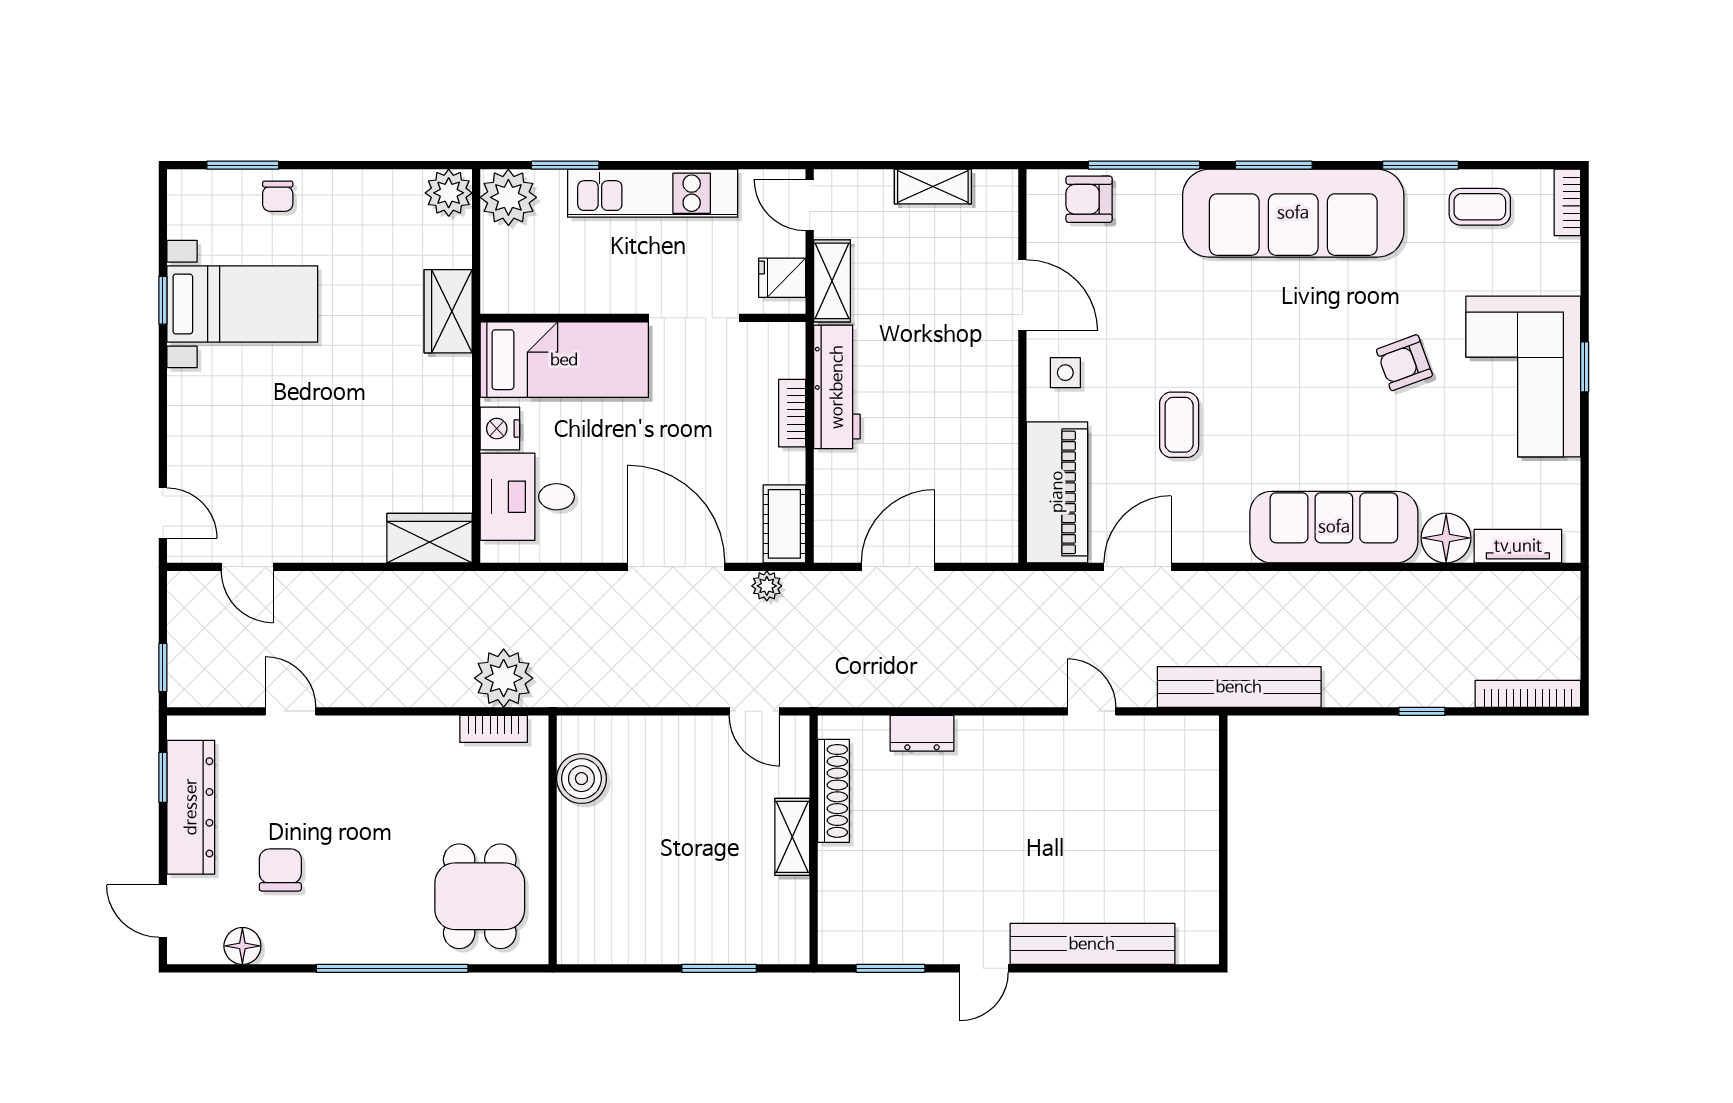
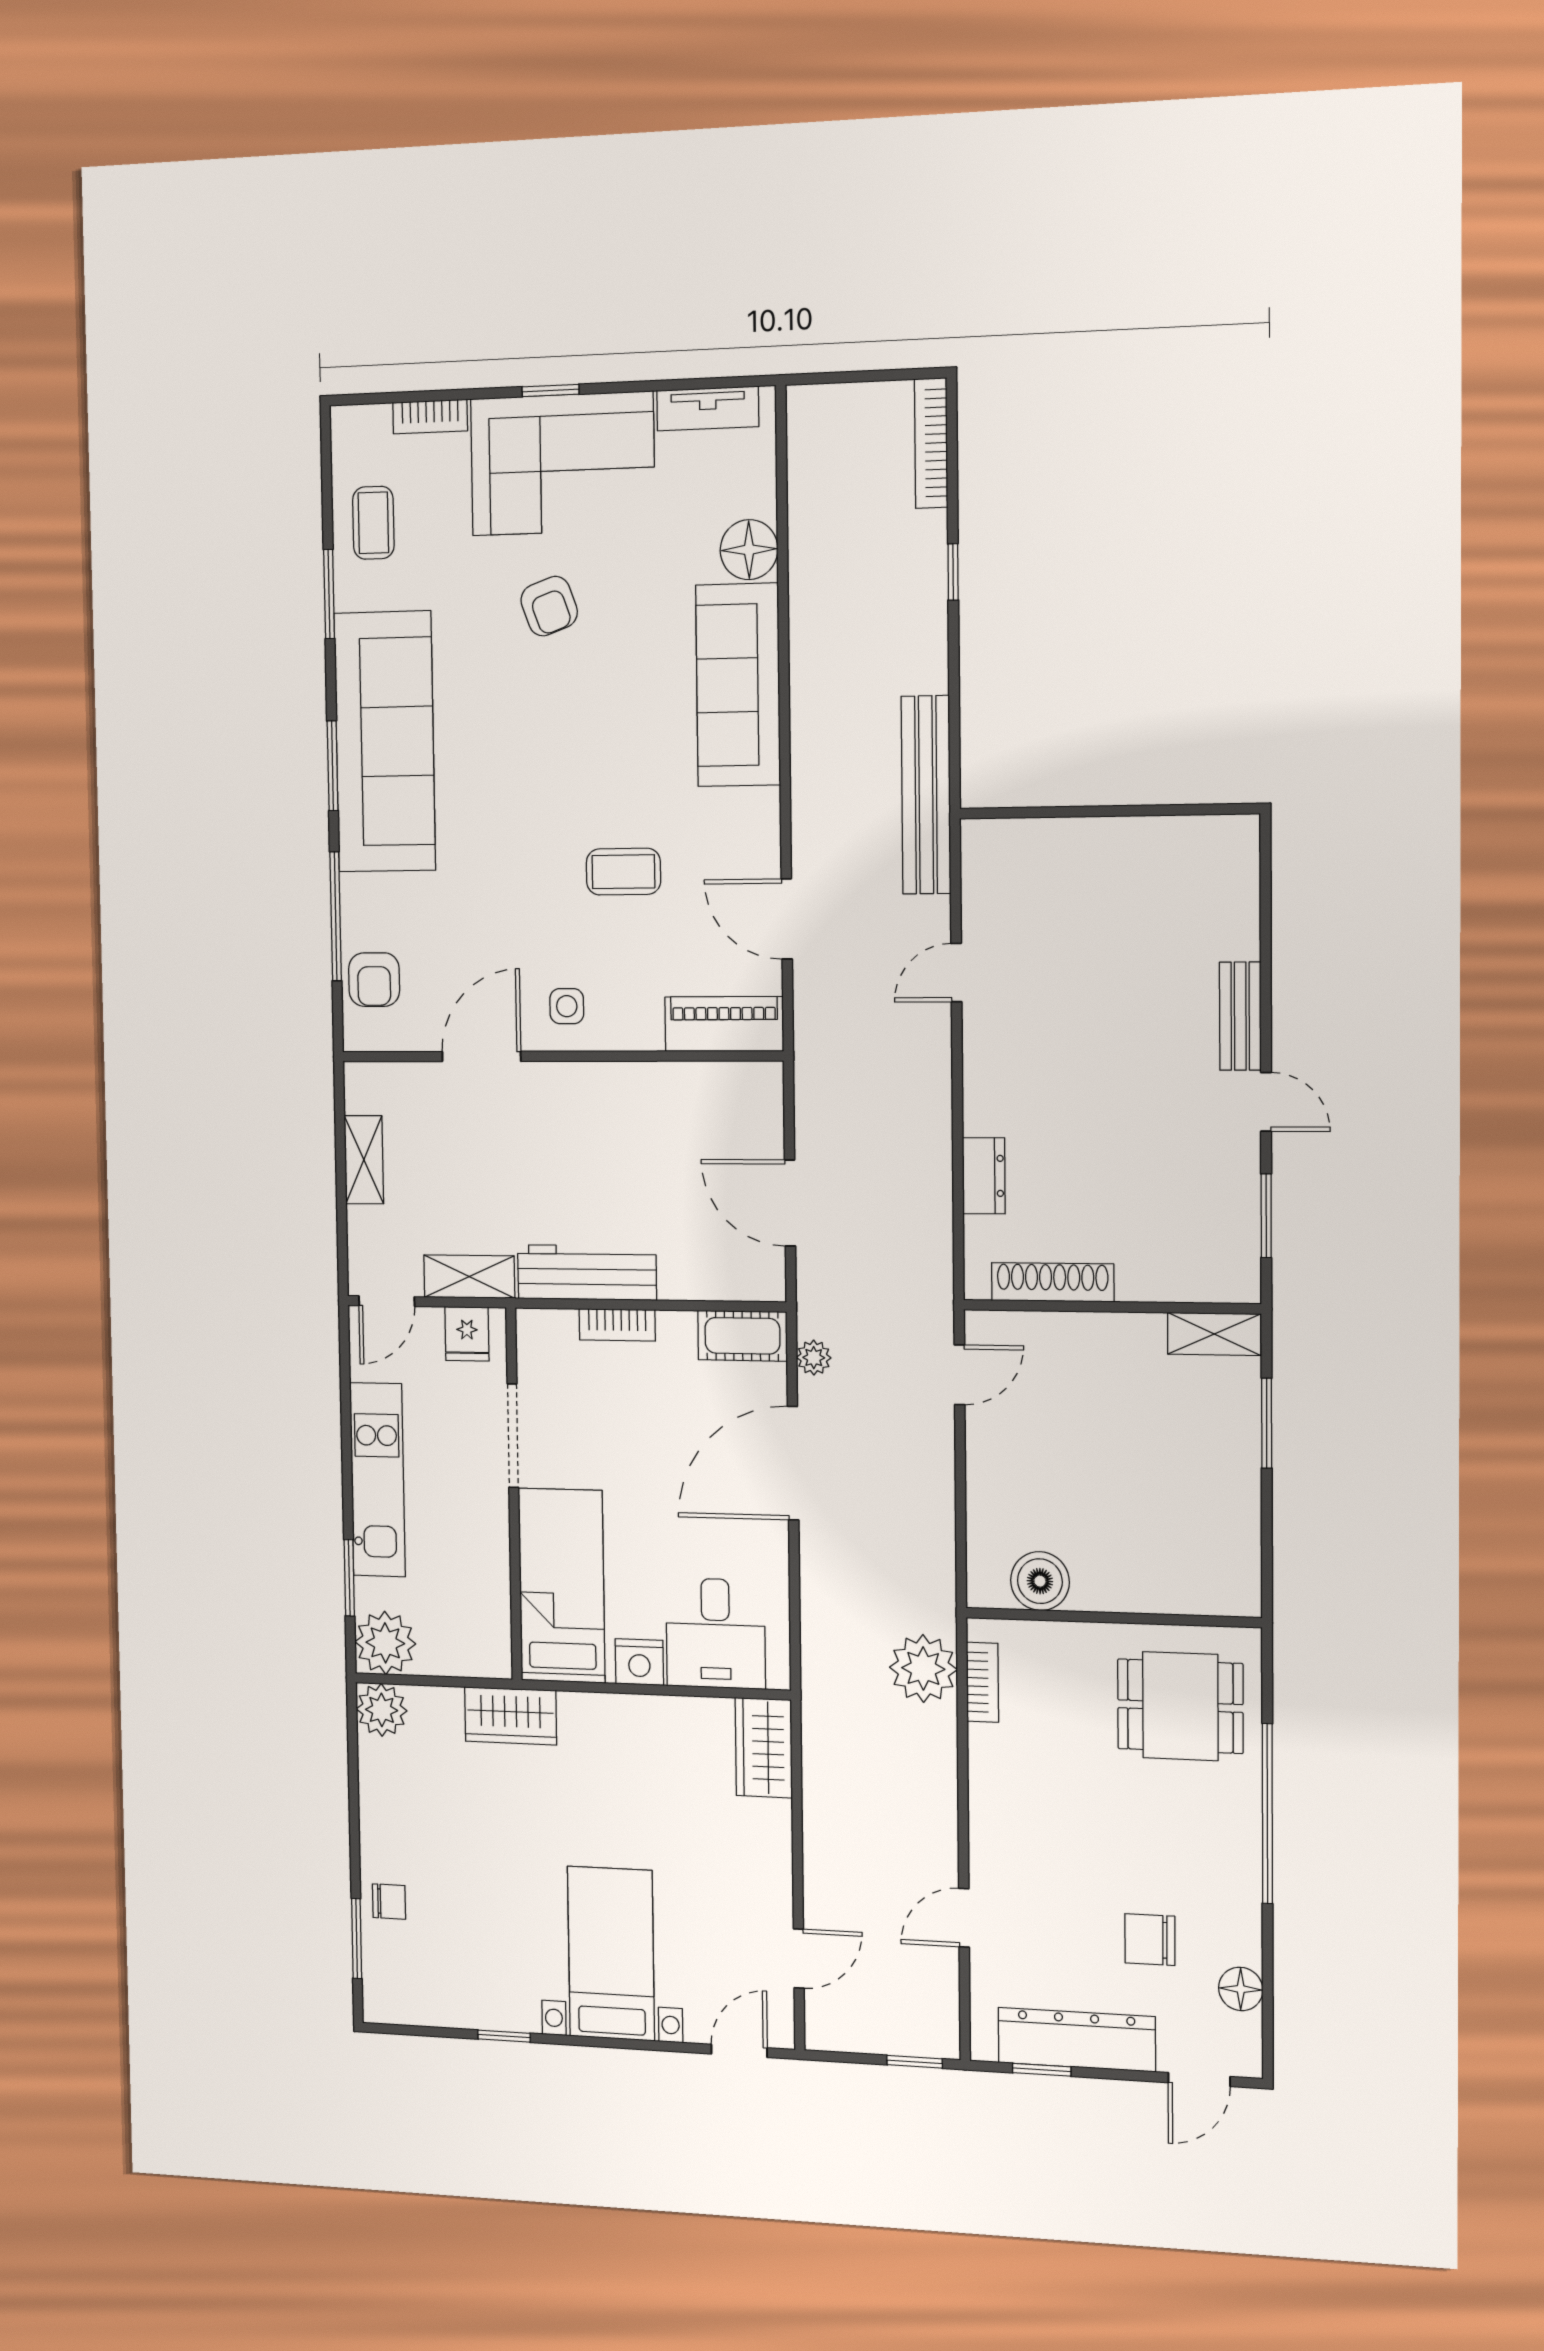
bookcase: (1567, 202) -> (430, 417), moved
bed with nightstands: (242, 304) -> (611, 1953), moved
piano: (1057, 492) -> (724, 1024), width x0.73, depth x0.75
tv unit: (1518, 546) -> (708, 409), moved, turned -90
shelving: (792, 837) -> (1214, 1334), moved
bench: (1092, 944) -> (1240, 1016), width x0.54, depth x0.82

